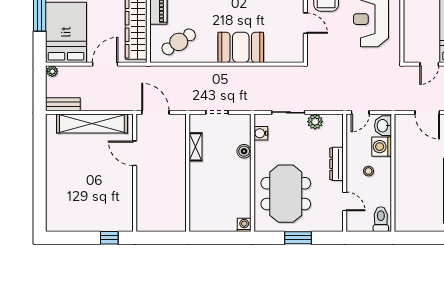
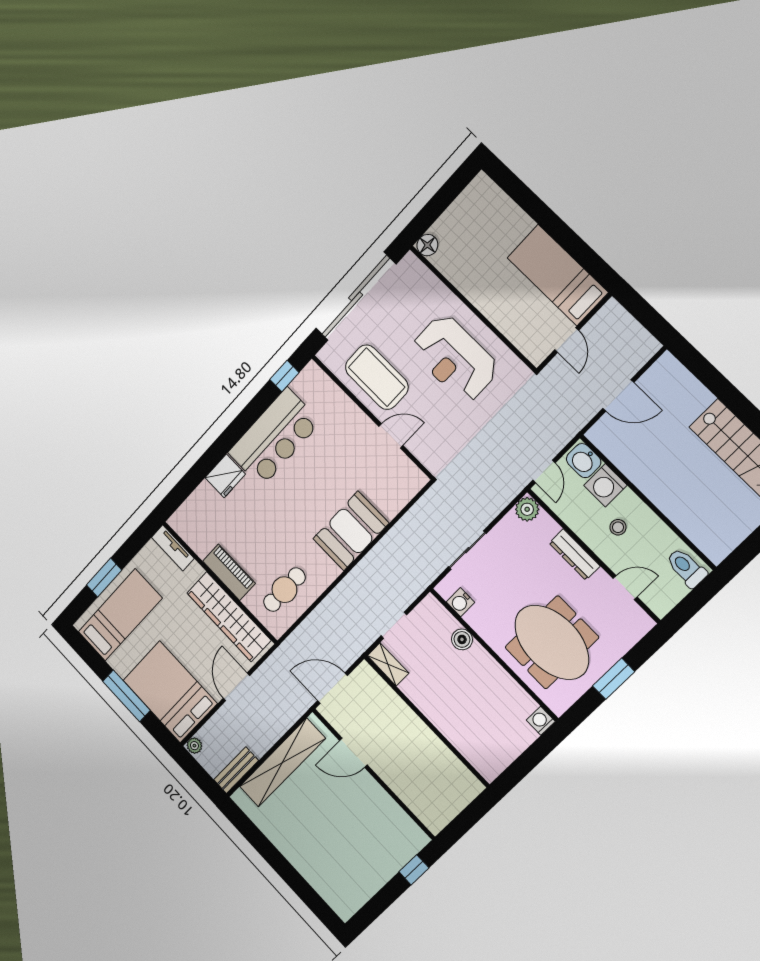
cafe table: (179, 42) -> (284, 590), turned 33
plant: (315, 122) -> (527, 509), moved
shelving: (195, 147) -> (388, 664), moved

